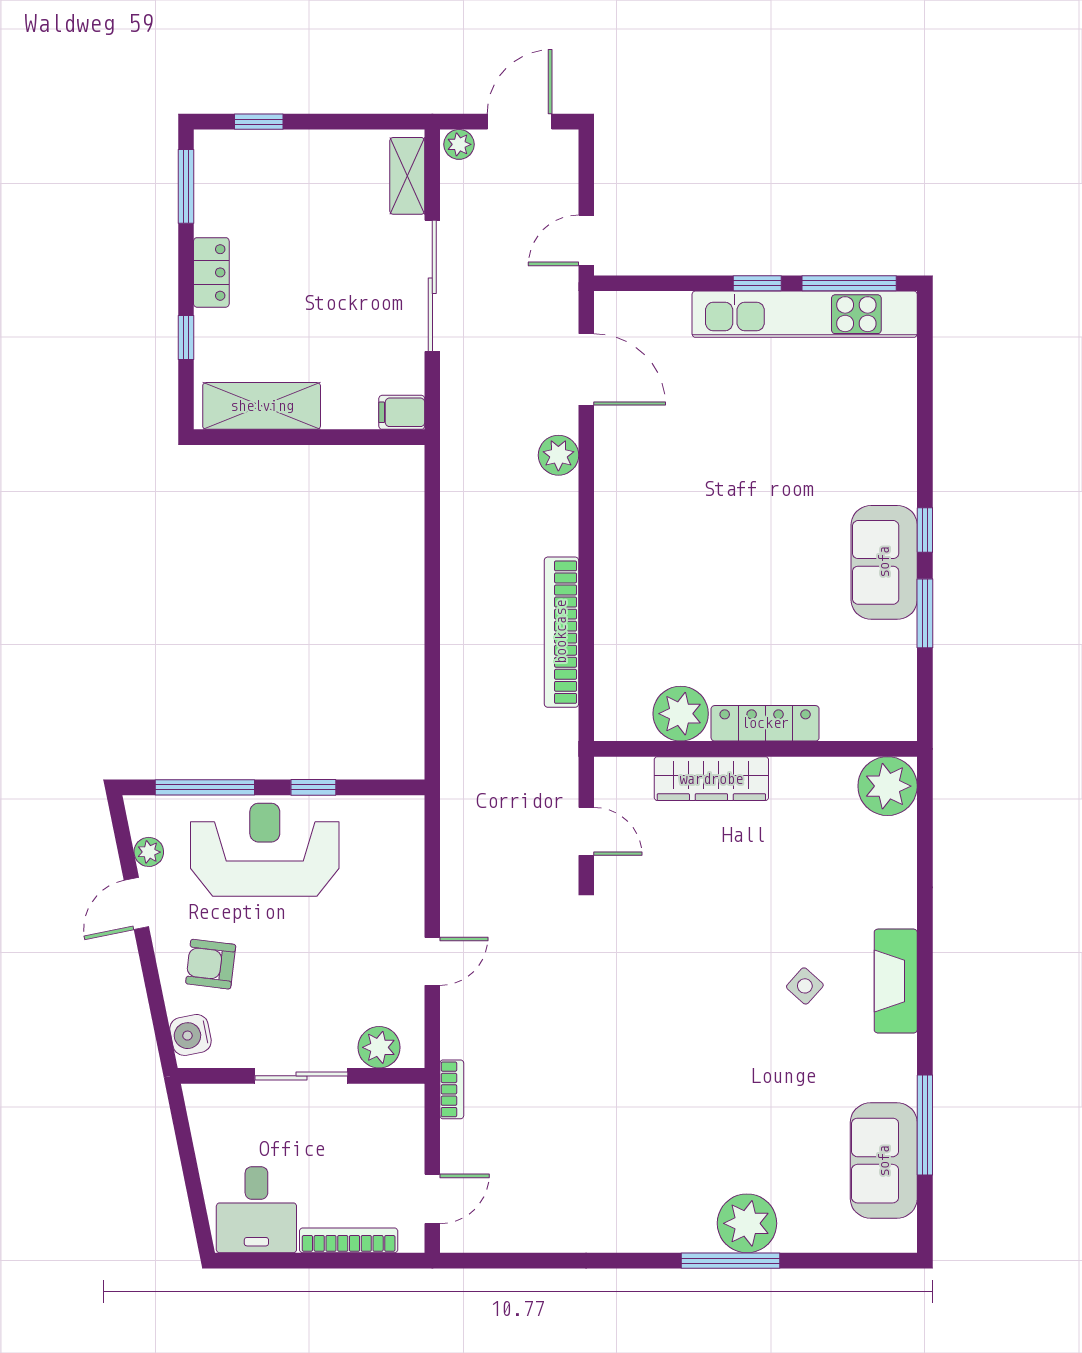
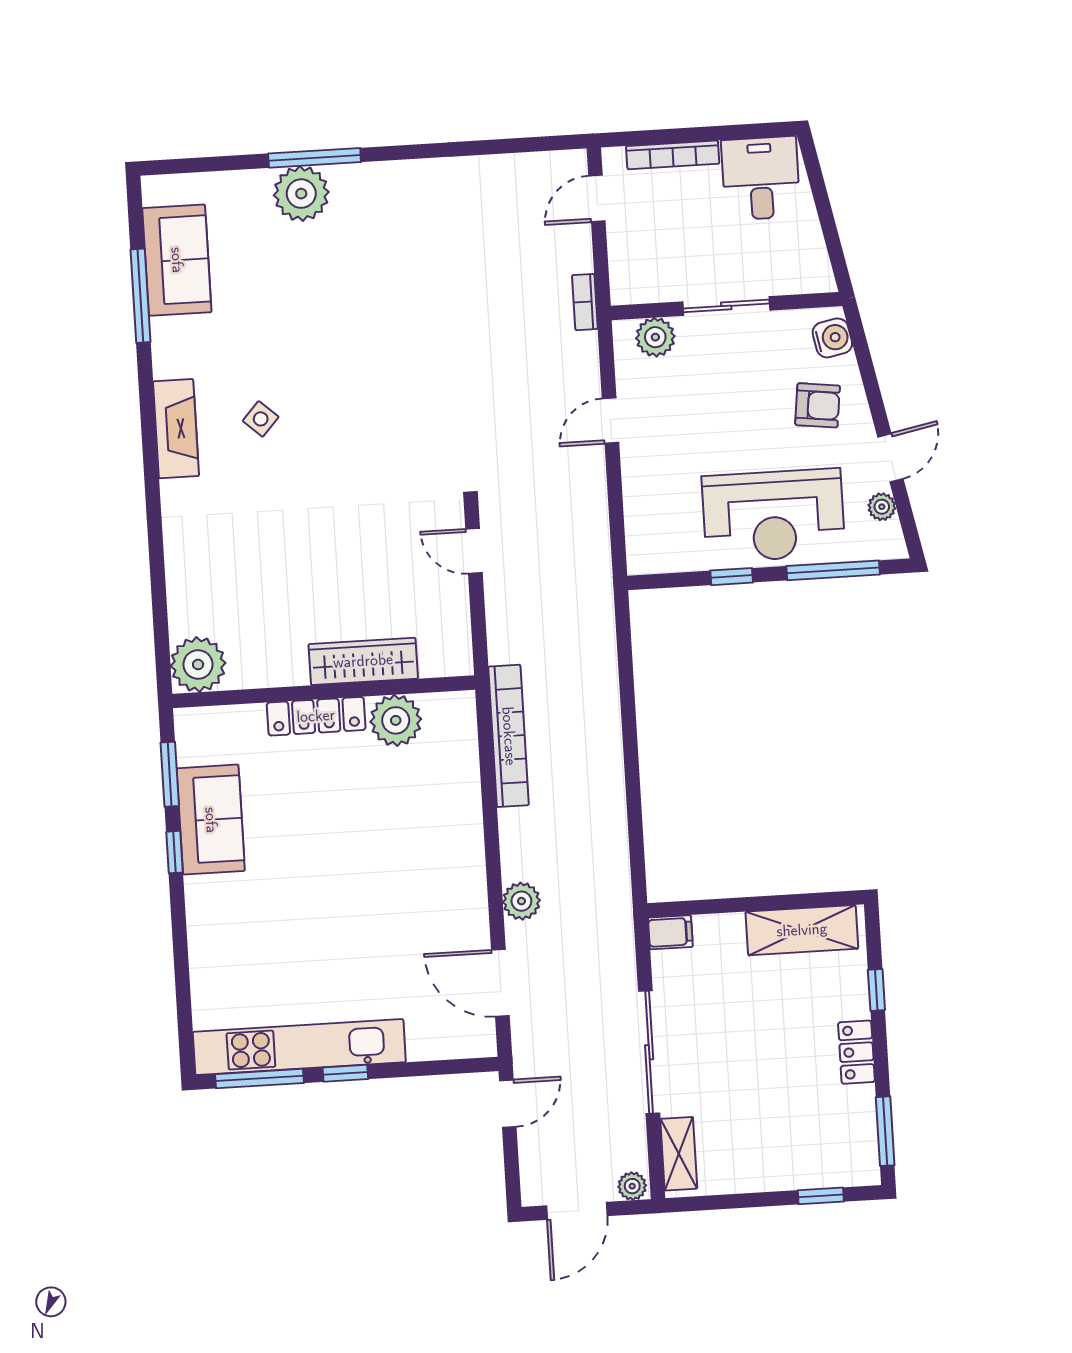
plant: (681, 714) -> (396, 720), moved
locker: (765, 723) -> (316, 716), moved
wall: (756, 749) -> (324, 692), moved
wardrobe: (711, 779) -> (363, 661), moved
plant: (888, 786) -> (198, 664), moved

